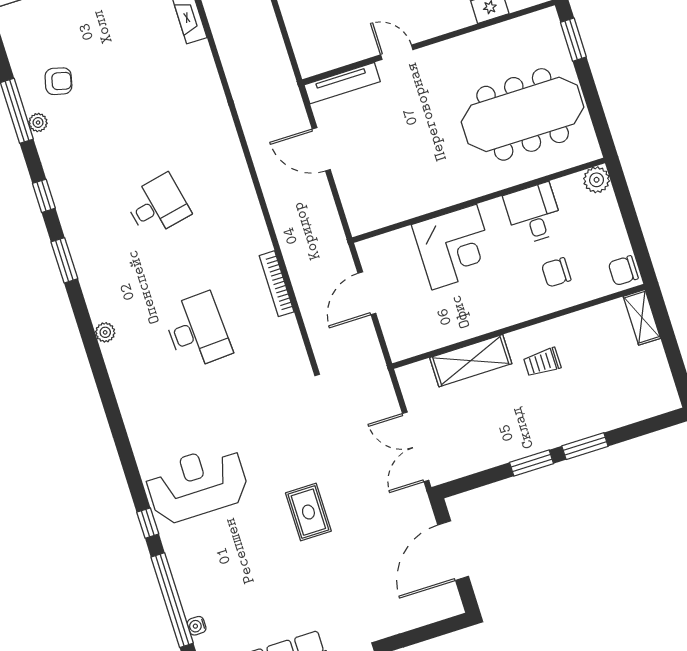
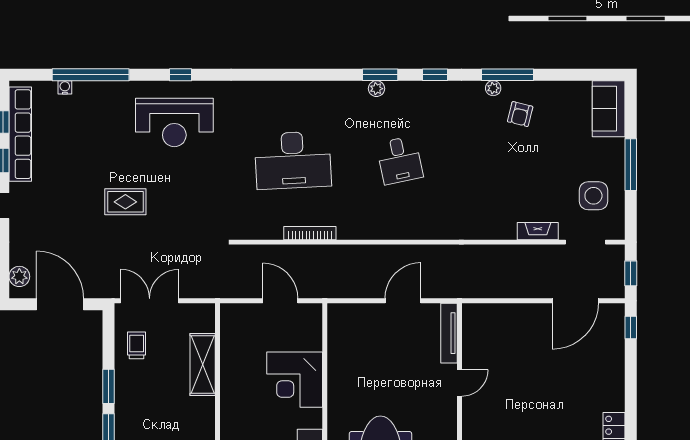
desk: (197, 331) -> (293, 160), width x1.36, depth x1.30
plant: (105, 332) -> (376, 89), moved
trolley: (542, 362) -> (137, 345), moved
reception desk: (197, 484) -> (174, 122), turned 90
window: (148, 523) -> (181, 75), moved
plant: (436, 609) -> (19, 276), added

